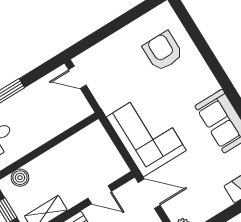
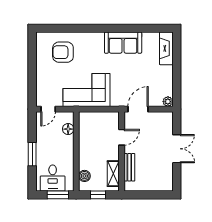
floor lamp: (68, 119) -> (68, 129), added
corner sofa: (146, 134) -> (86, 90), moved

